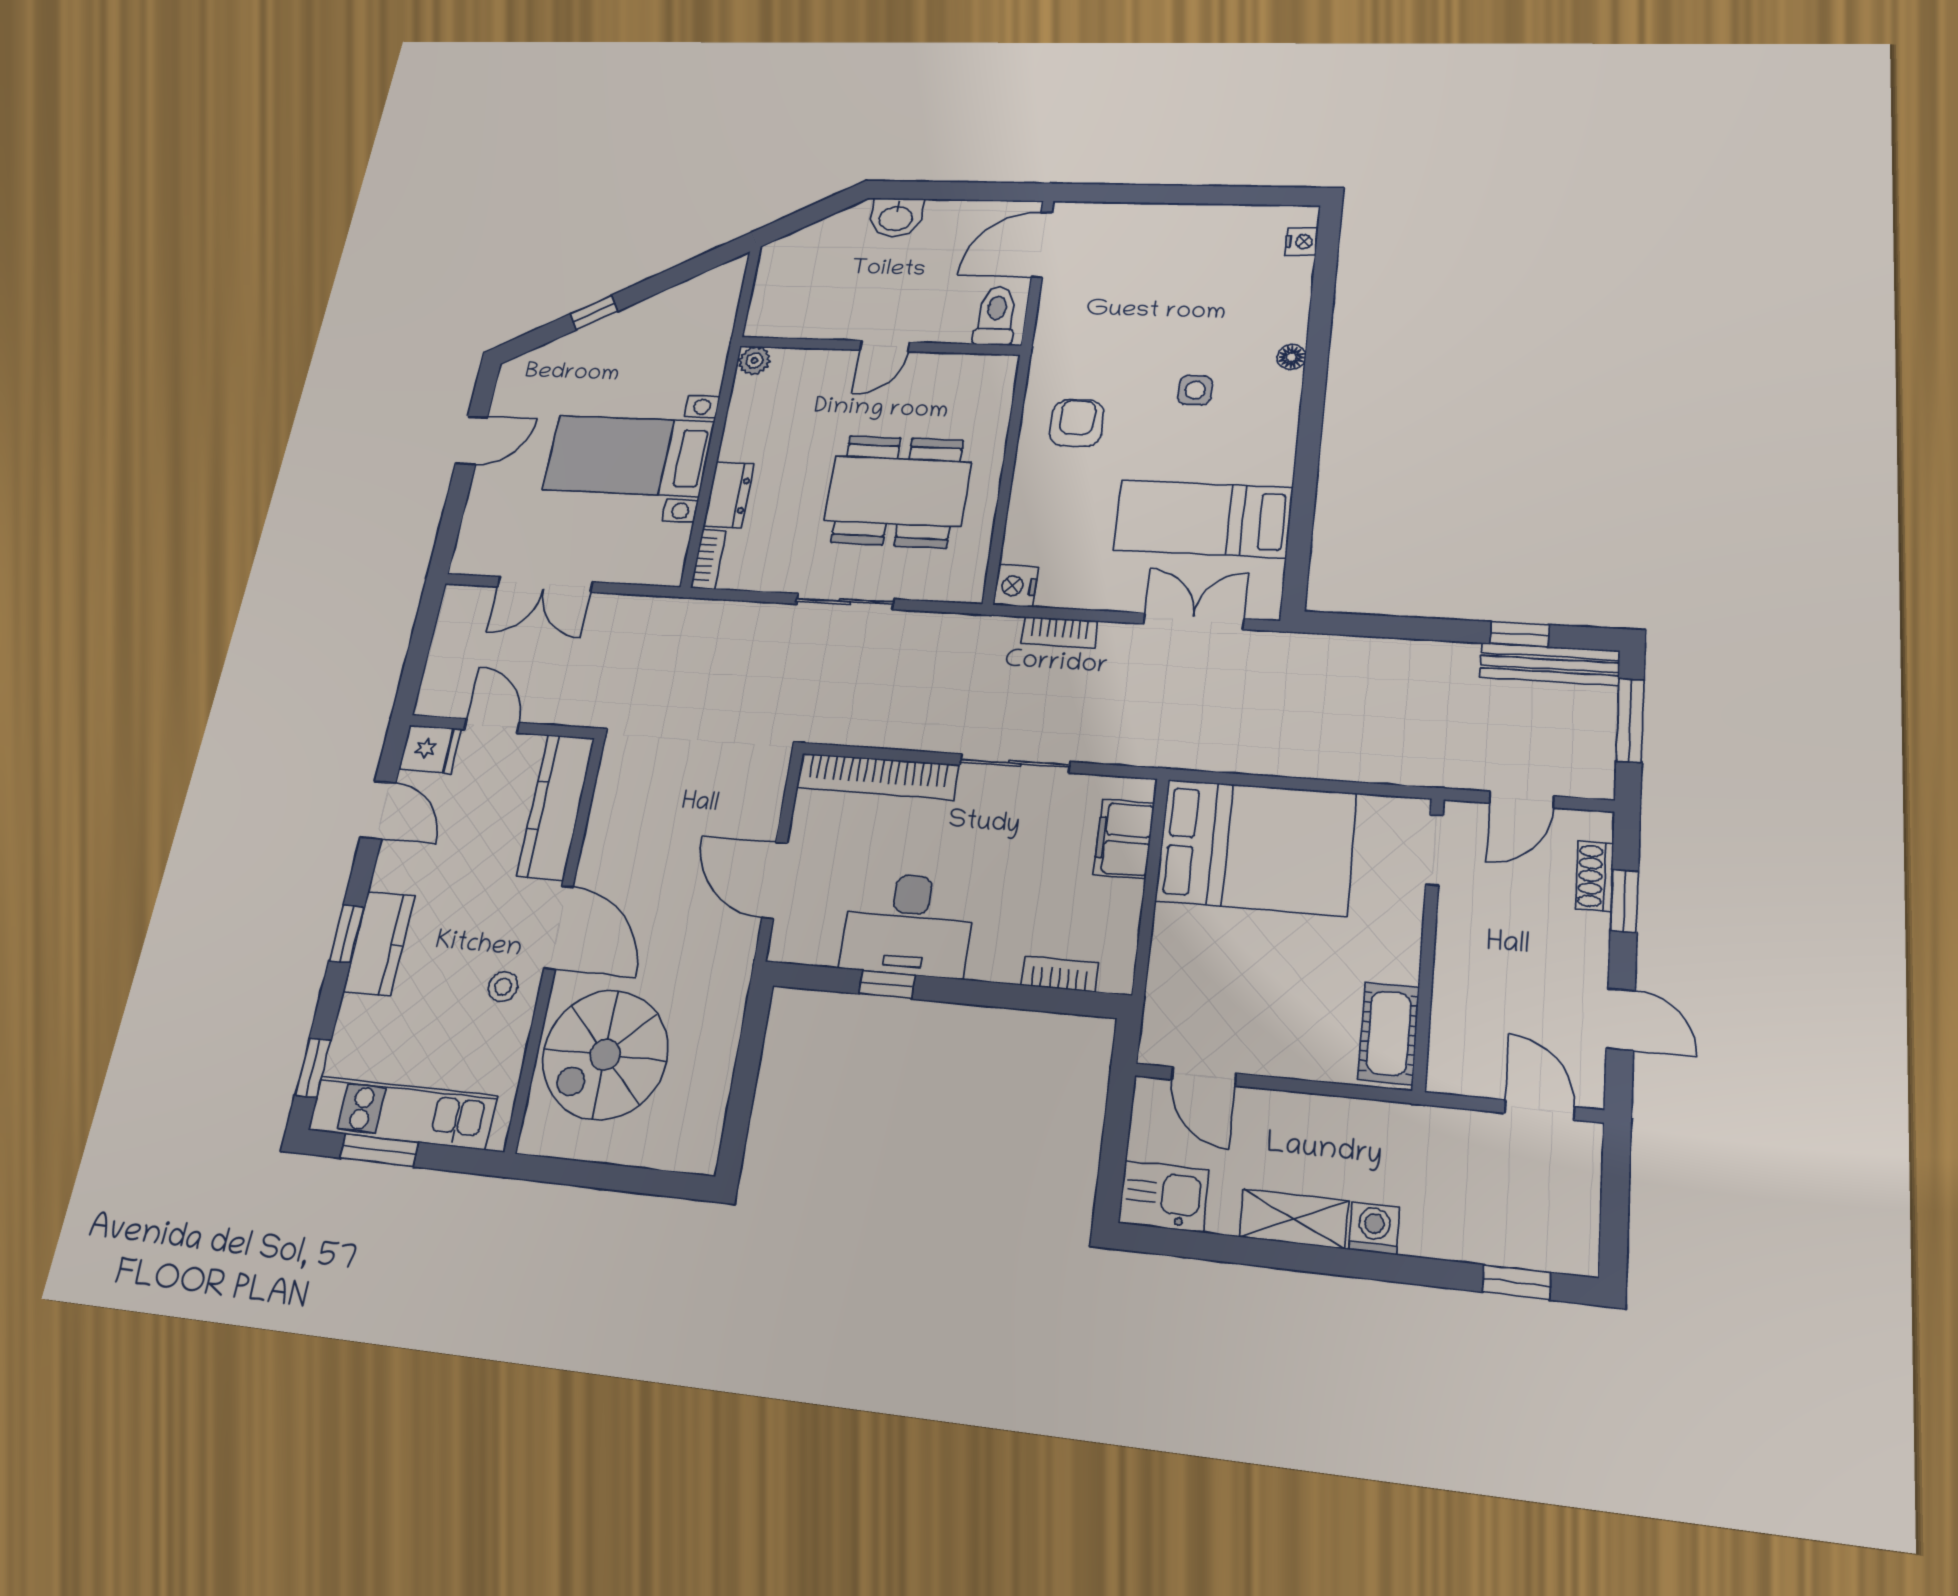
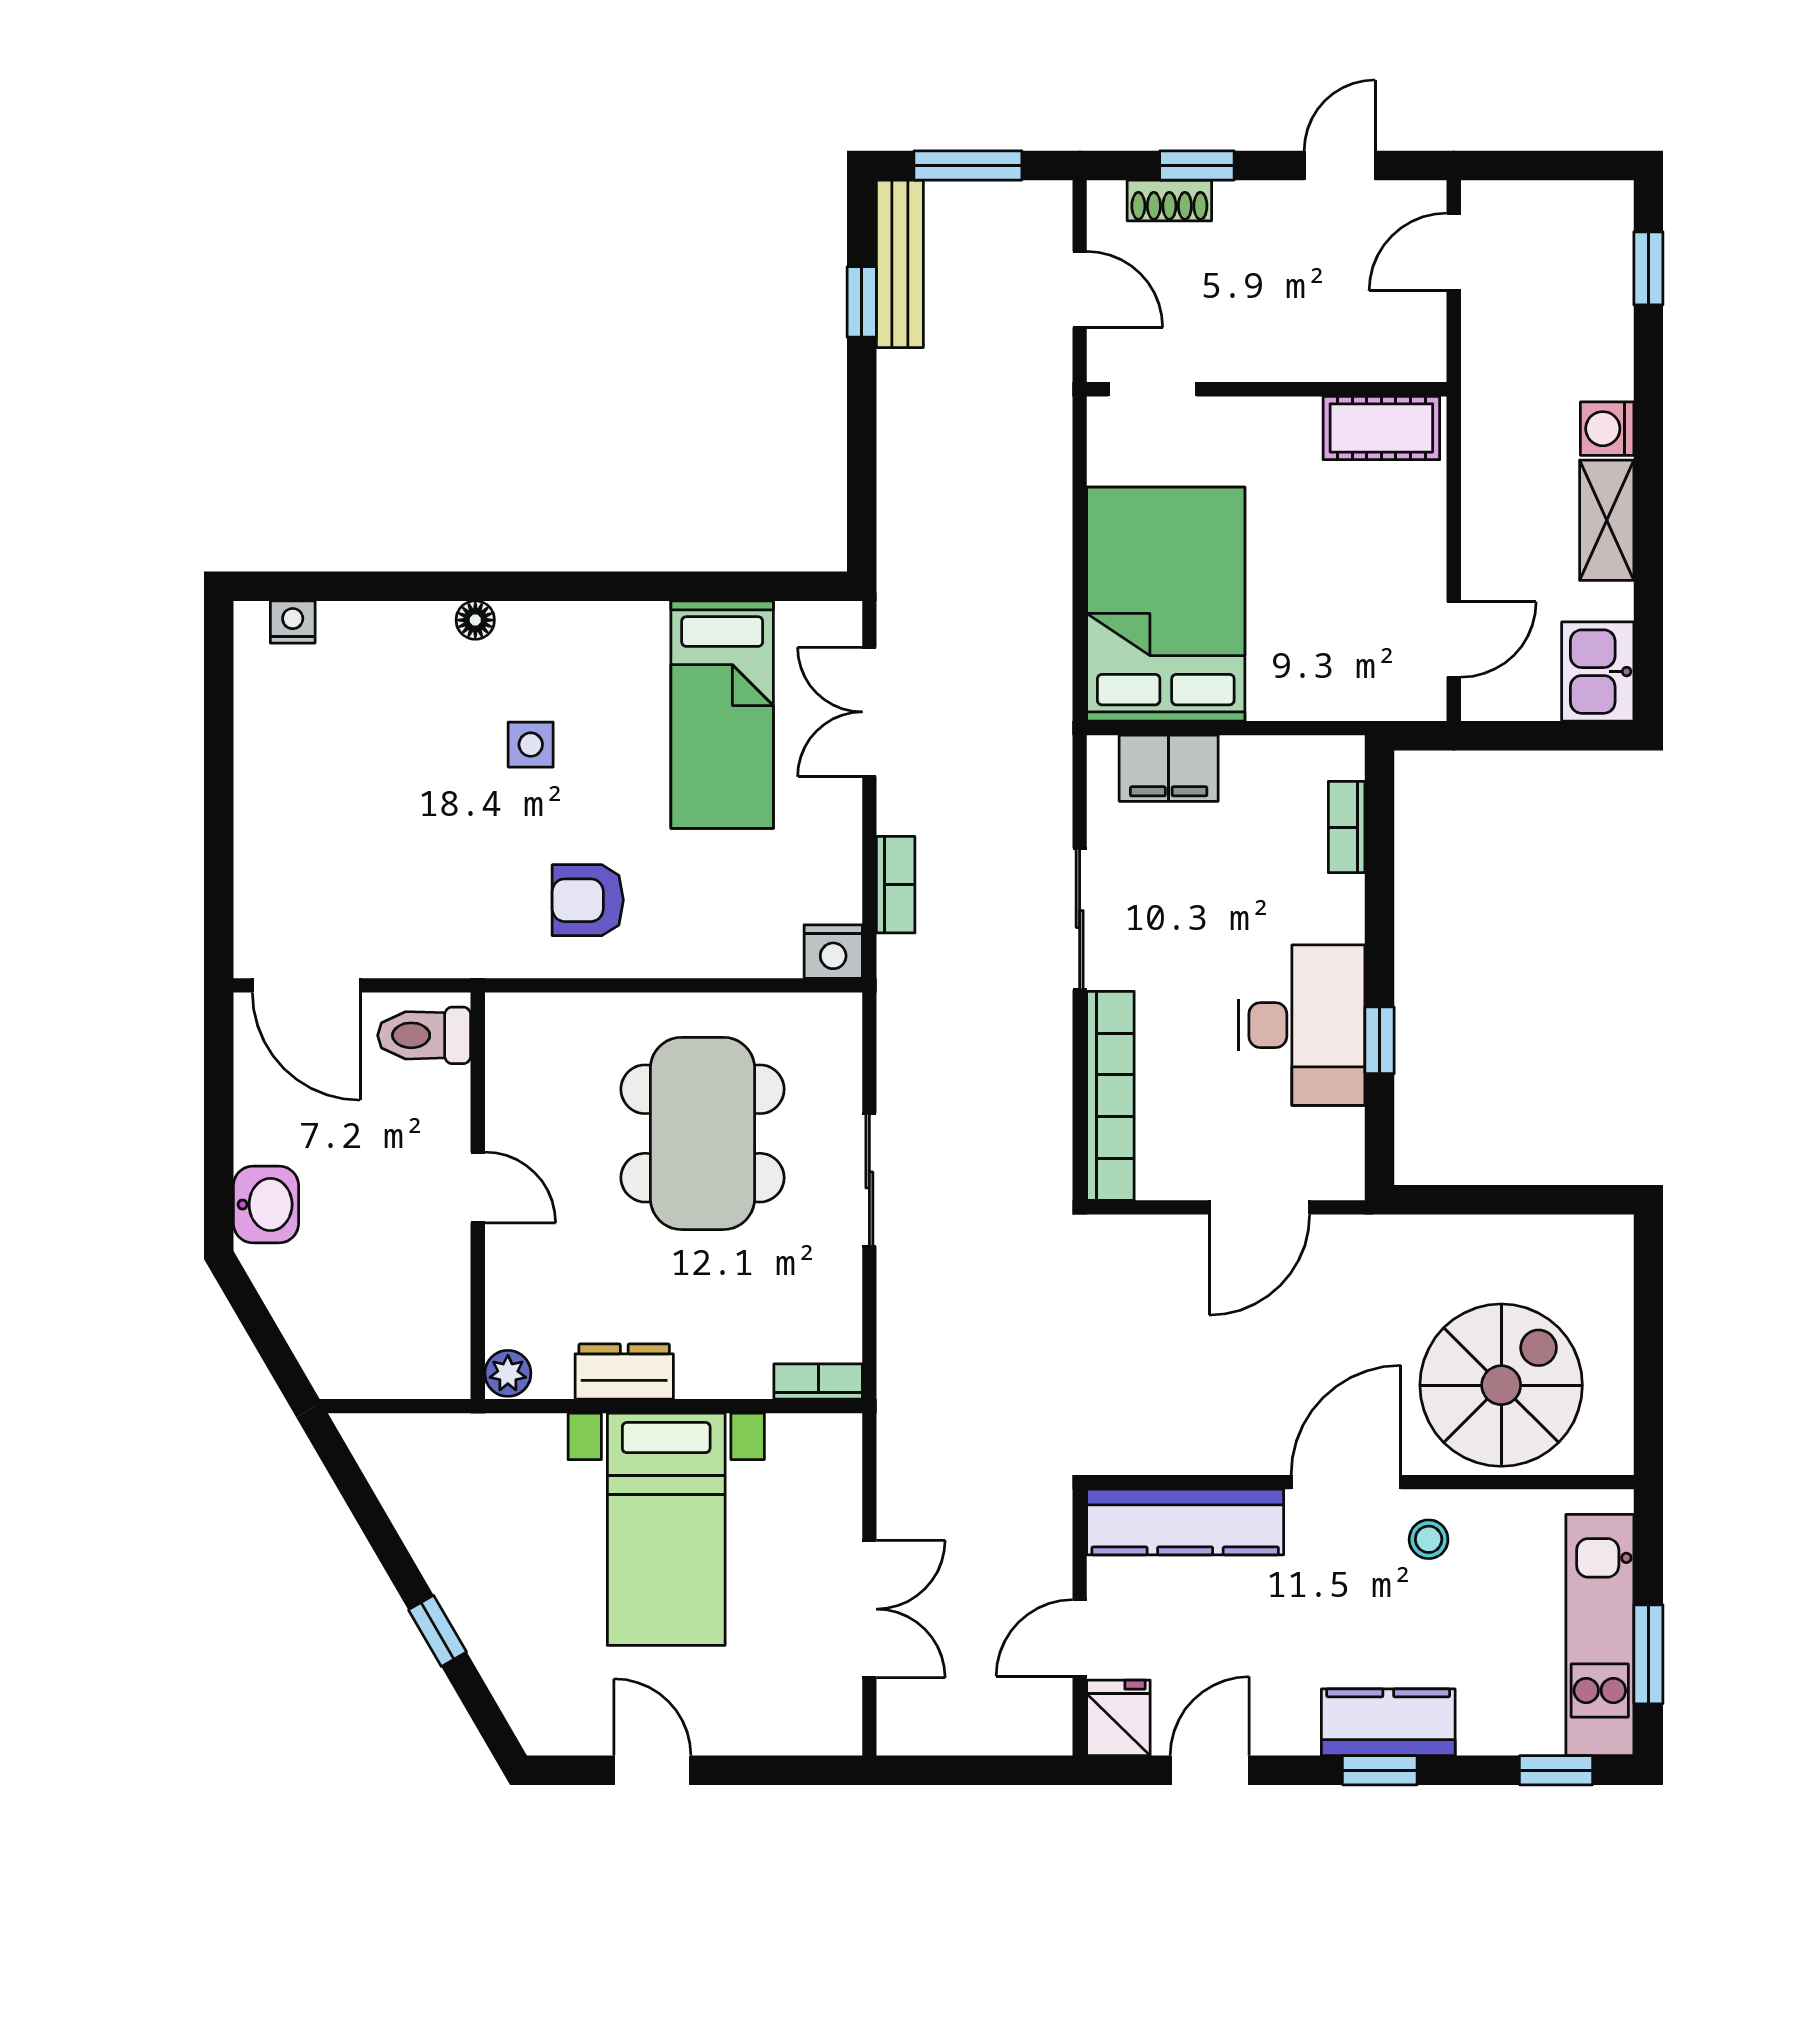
dresser: (729, 495) -> (624, 1372), moved
spiral stairs: (605, 1055) -> (1501, 1385), turned -90

